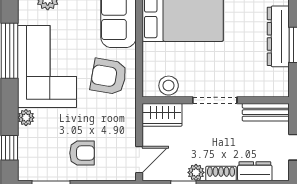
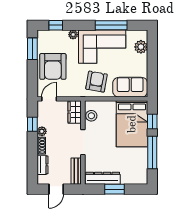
dresser: (278, 36) -> (103, 178), moved
armchair: (82, 153) -> (53, 66), width x1.88, depth x1.88
door: (139, 160) -> (49, 99), swing flipped

